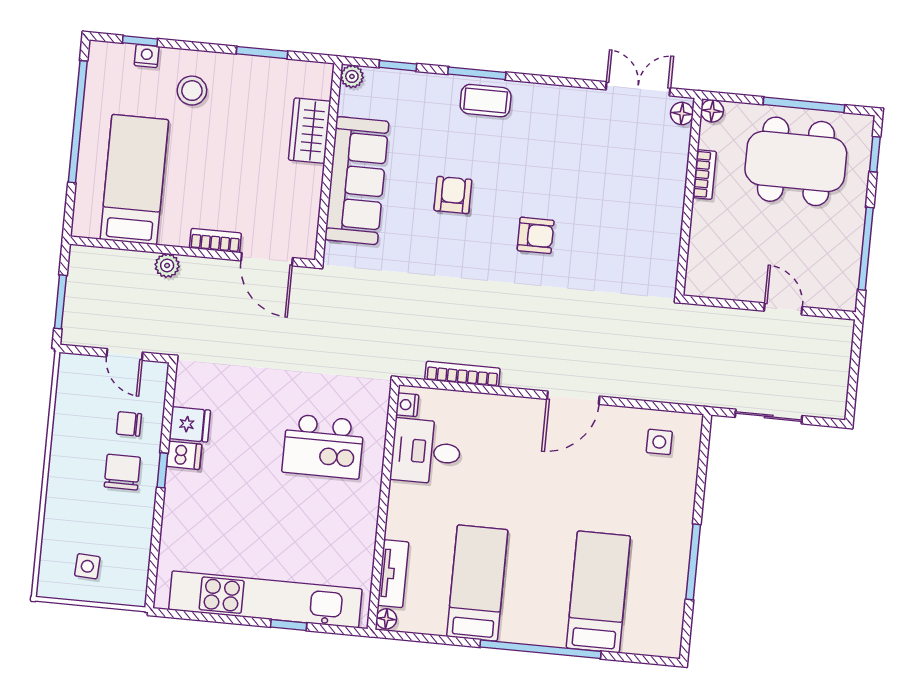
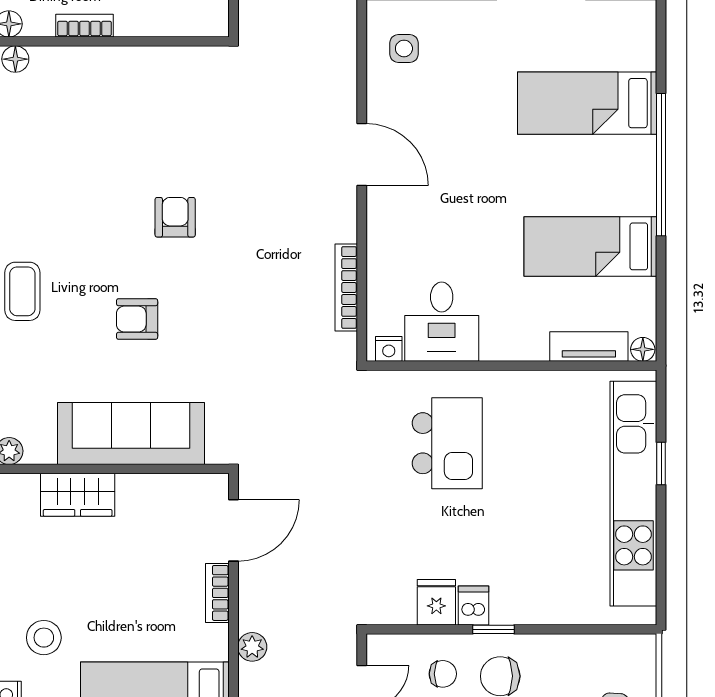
chair: (129, 424) -> (443, 674), turned -90

